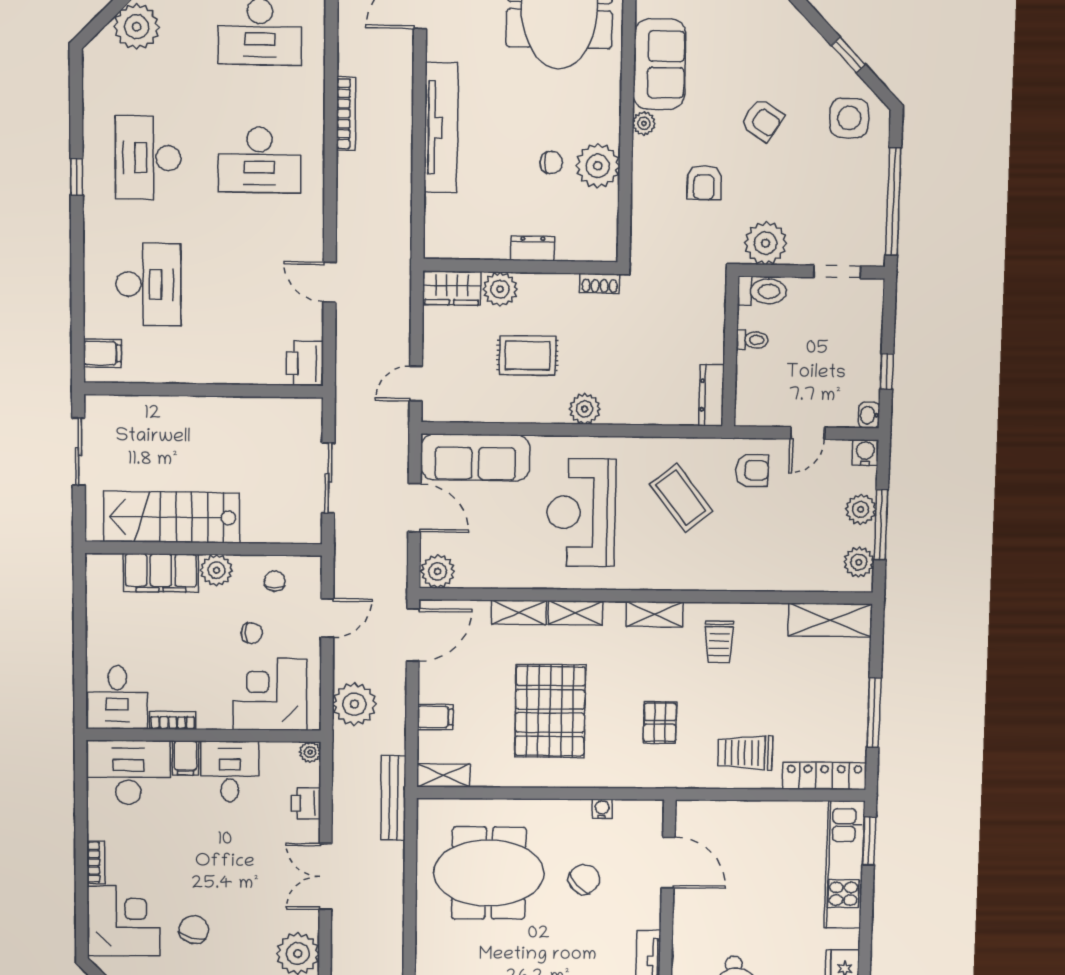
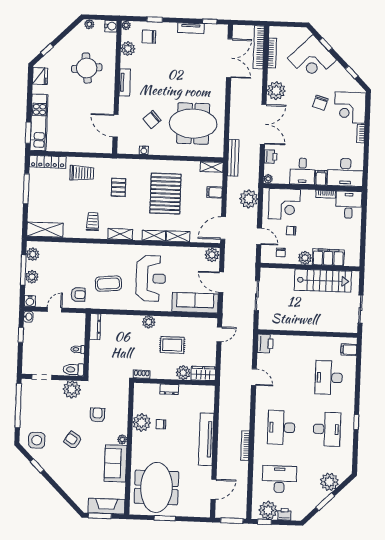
desk: (259, 160) -> (281, 428), turned -90
armchair: (752, 470) -> (78, 295), turned 180
coffee table: (681, 498) -> (108, 284), turned -57
door: (327, 618) -> (259, 236), swing flipped
double door: (326, 876) -> (263, 124), width x1.37

